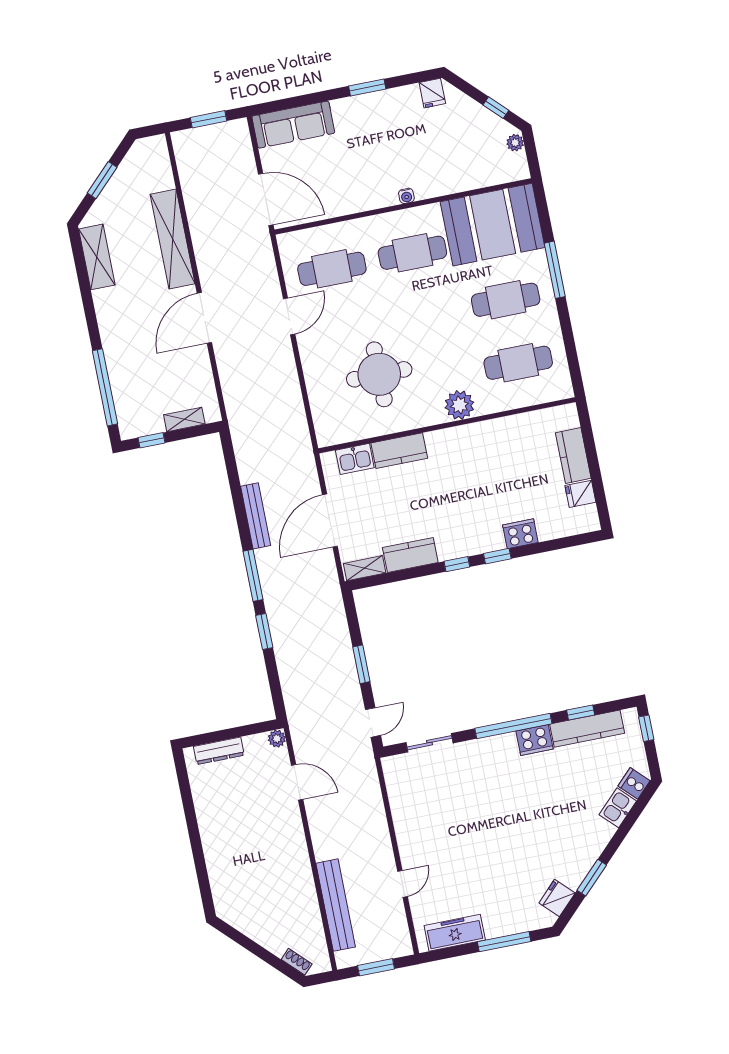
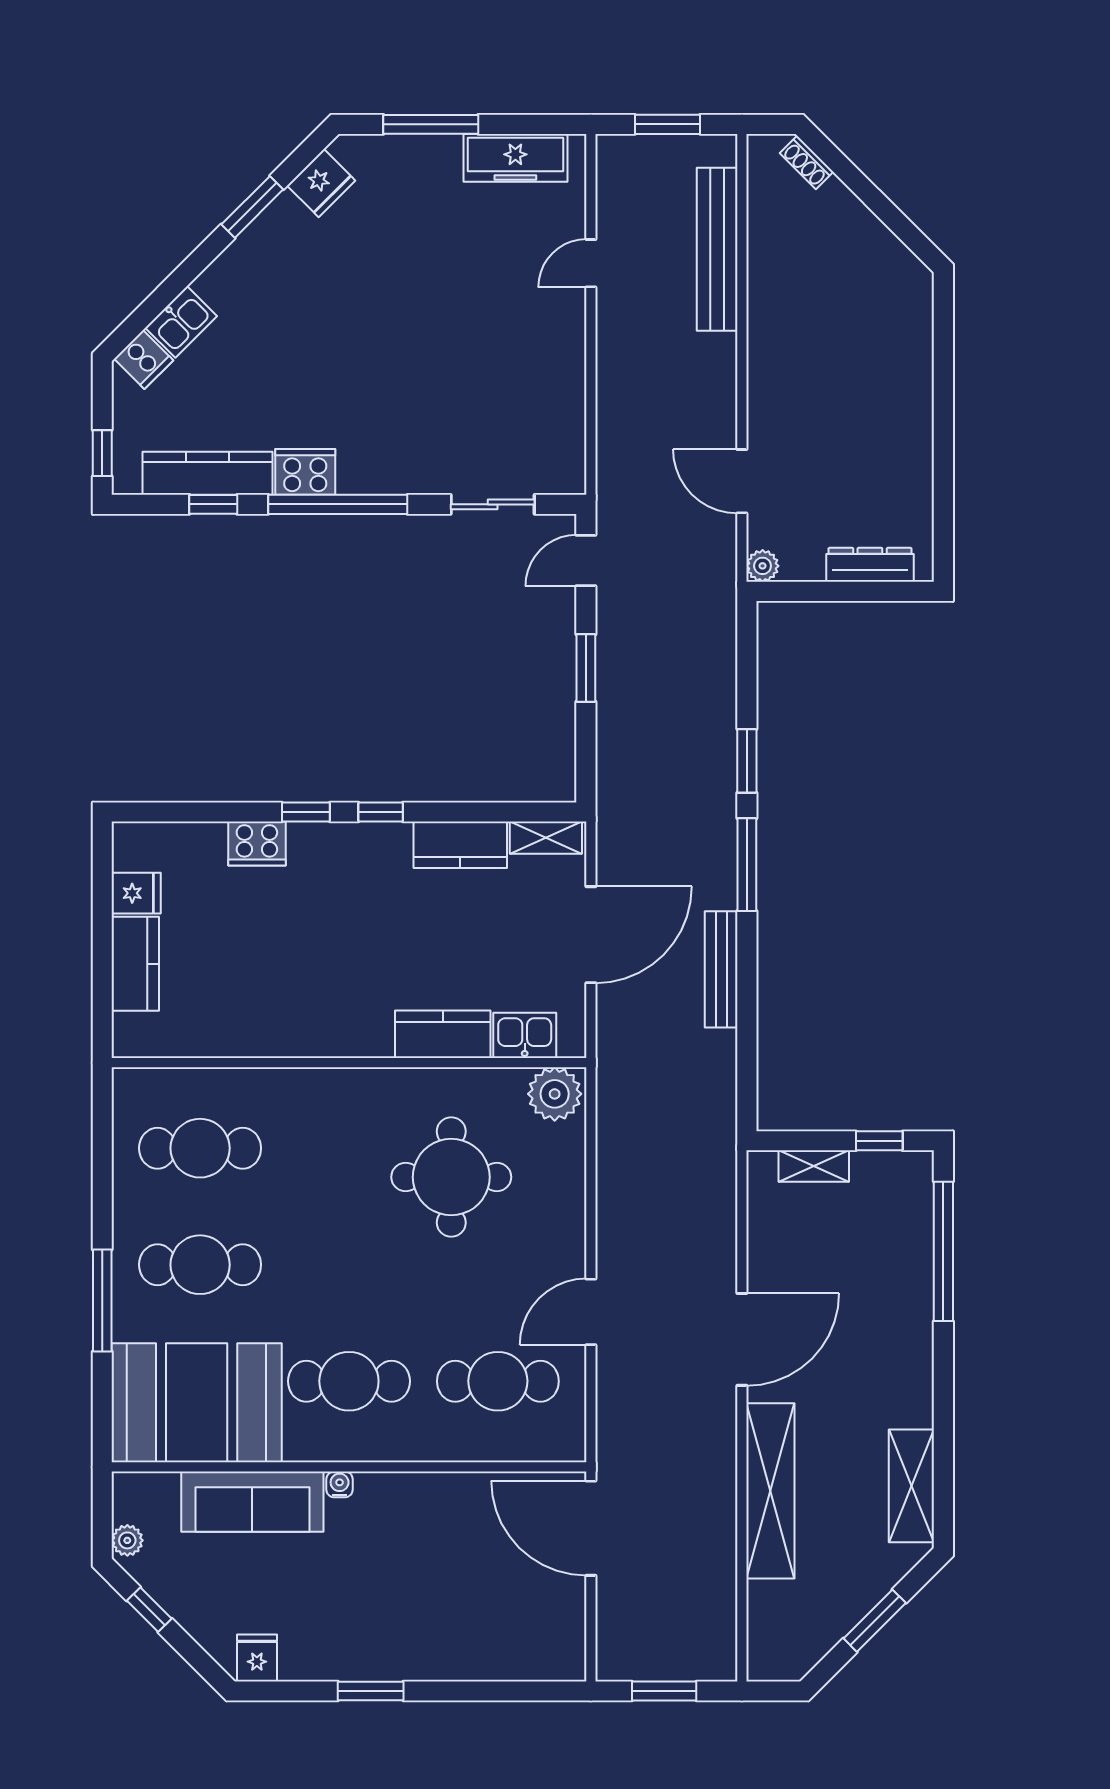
sofa: (293, 125) -> (252, 1502), moved, turned 180
plant: (459, 405) -> (555, 1094), moved

